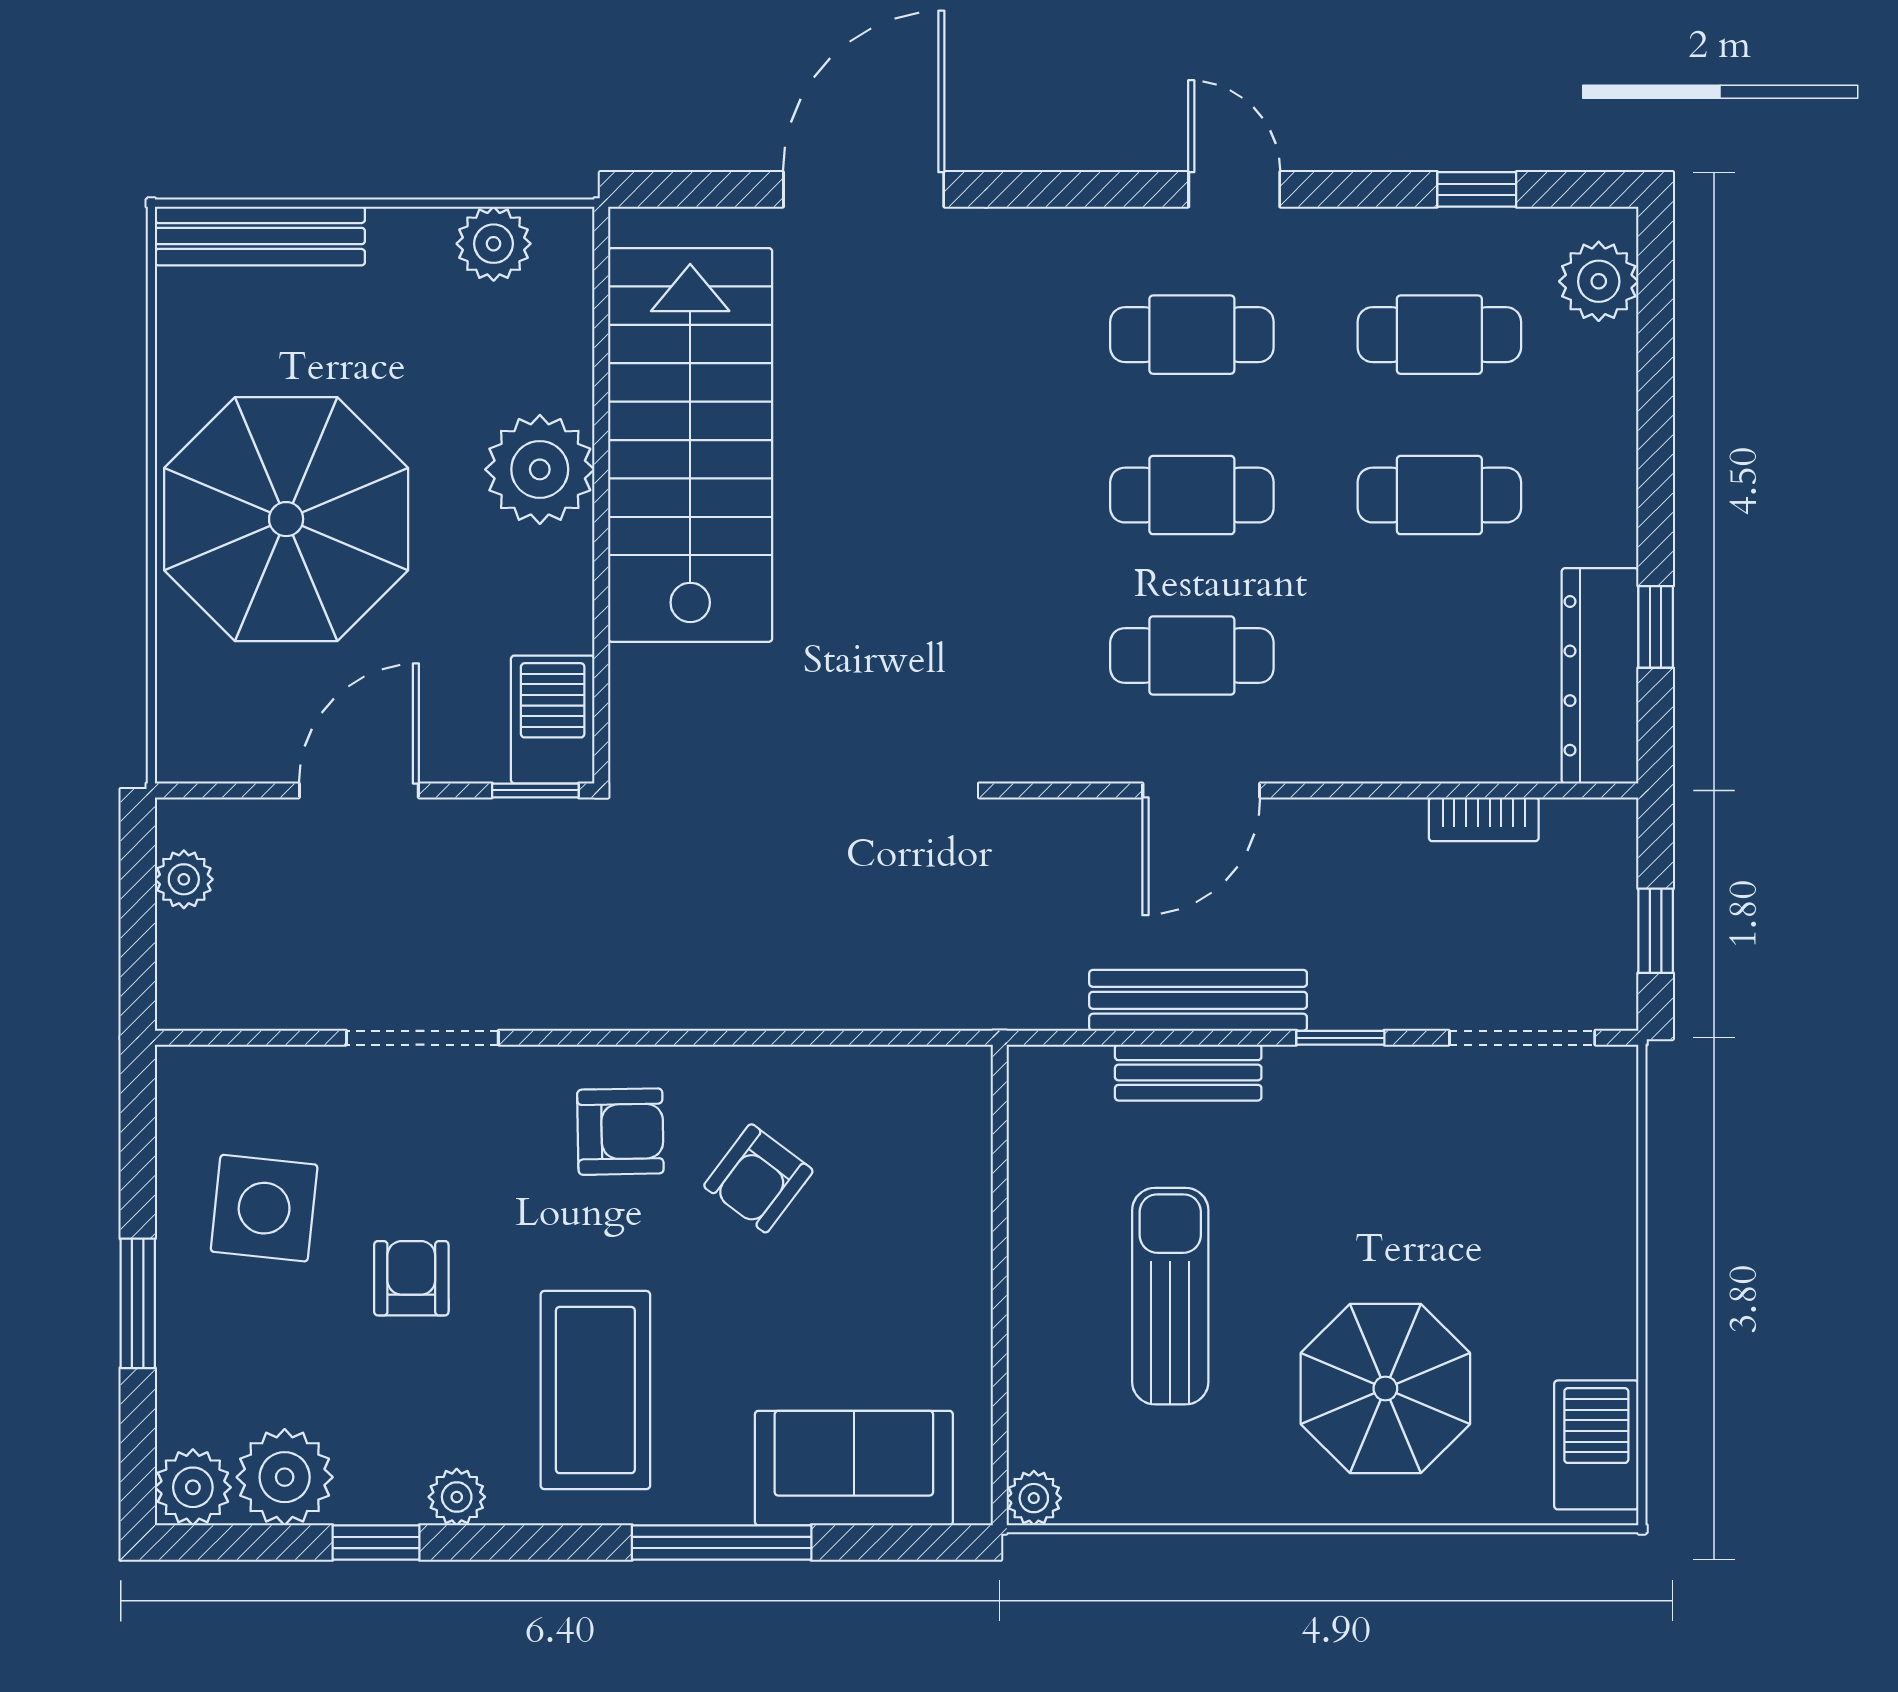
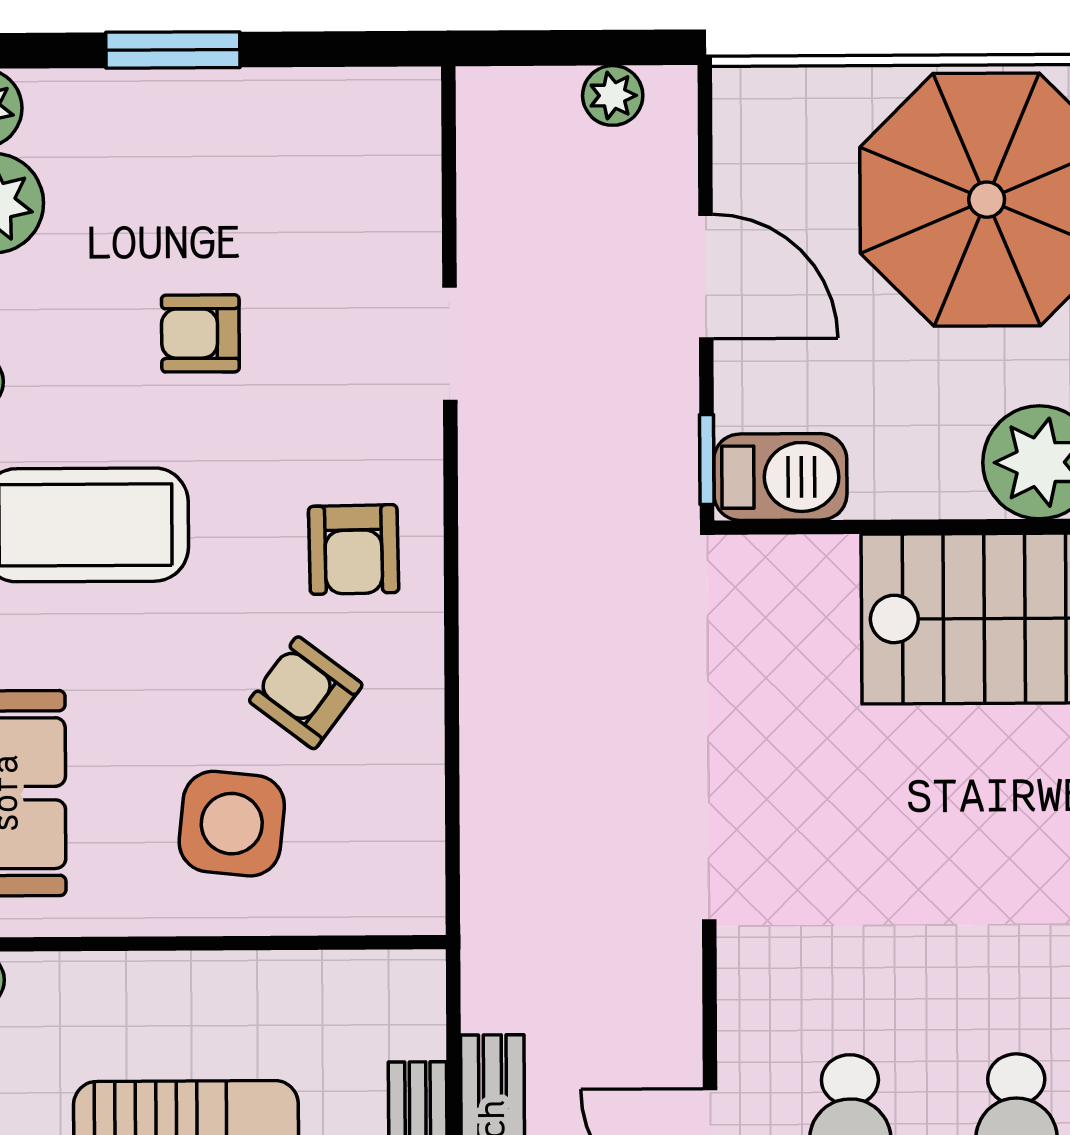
doorway: (422, 1038) -> (450, 344), width x0.73
side table: (264, 1208) -> (232, 824), moved
armchair: (411, 1278) -> (200, 333), turned 180

